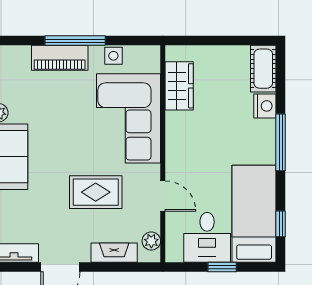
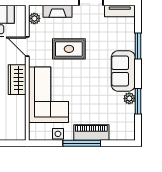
wardrobe: (179, 86) -> (17, 80), moved

